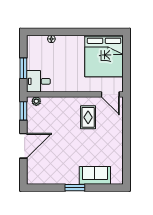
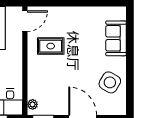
side table: (56, 170) -> (110, 82), added
window: (75, 188) -> (130, 61), removed

